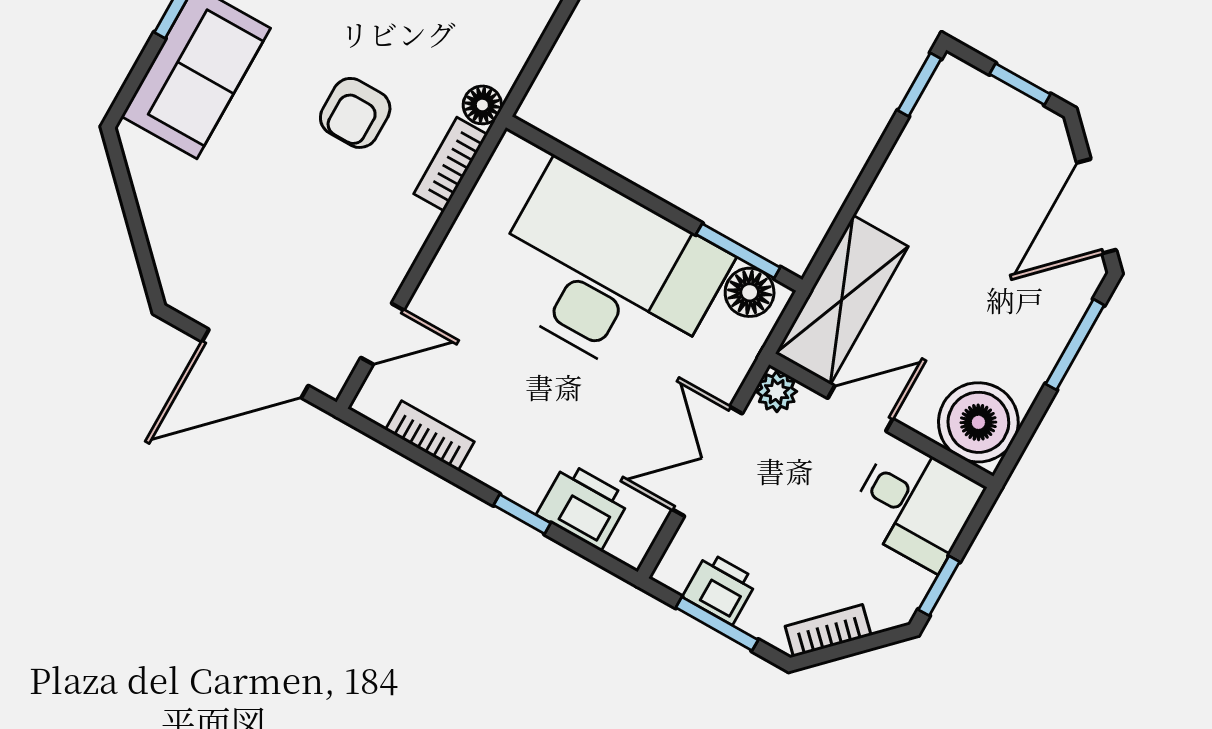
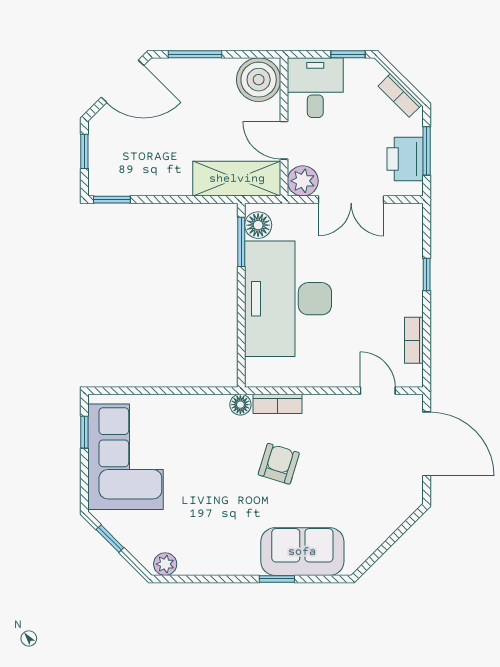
armchair: (355, 113) -> (279, 464), turned -73
plant: (777, 392) -> (303, 181), width x1.38, depth x1.38
printer: (583, 506) -> (406, 247), removed
printer: (720, 588) -> (405, 159), width x1.36, depth x1.24

